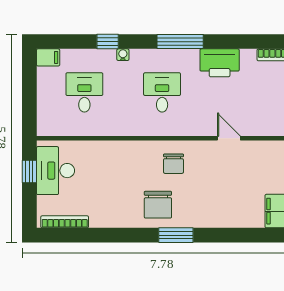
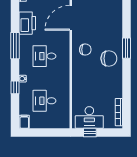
door: (229, 138) -> (71, 18), width x1.88

